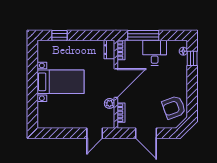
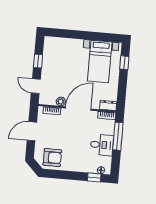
bed with nightstands: (61, 82) -> (100, 61), moved
door: (116, 83) -> (78, 109), swing flipped
armchair: (174, 107) -> (52, 158), turned 110
window: (66, 133) -> (38, 61), added

